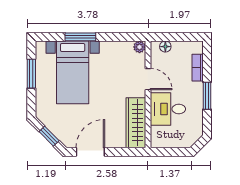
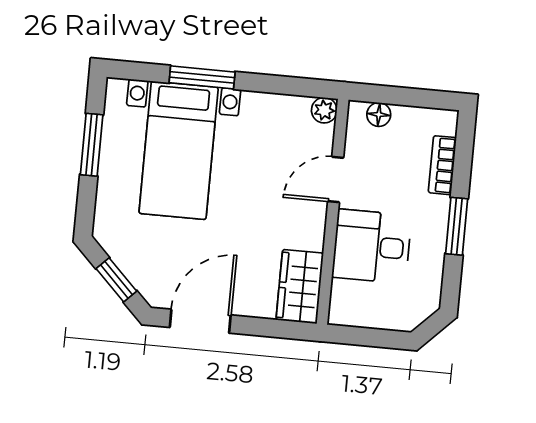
door: (148, 79) -> (336, 180), swing flipped
wardrobe: (136, 123) -> (300, 287), width x0.67

